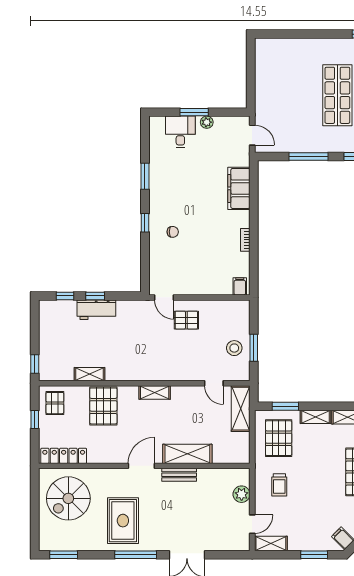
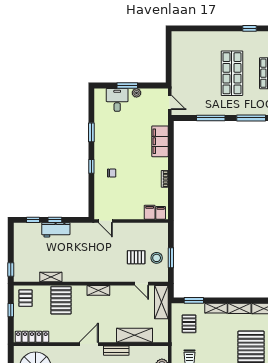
filing cabinet: (225, 286) -> (150, 212), added
pallet: (186, 320) -> (136, 257), moved
pallet: (279, 438) -> (189, 324), width x0.67, depth x0.71
shelving: (187, 454) -> (135, 335), moved

